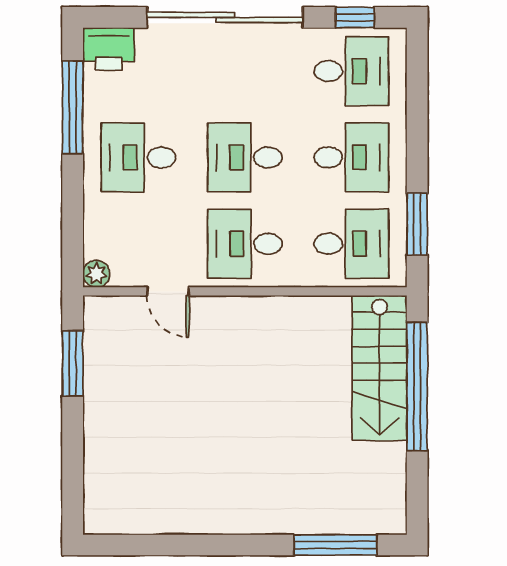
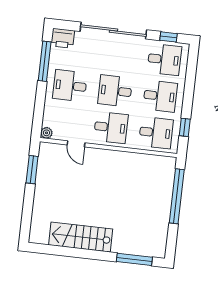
window: (417, 224) -> (185, 127), width x0.67
desk: (245, 244) -> (111, 127), turned 180
stairs: (380, 368) -> (81, 237), moved, turned 90

